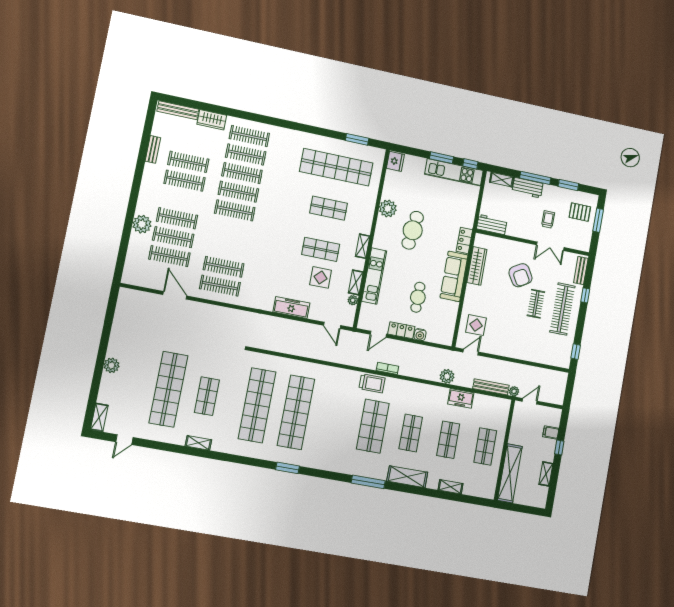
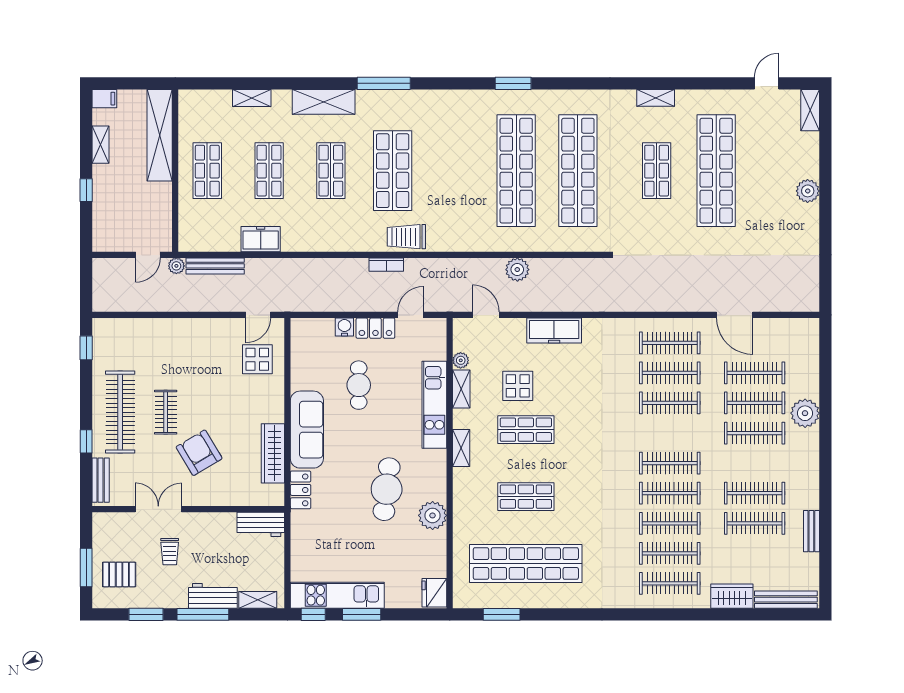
clothes rail: (227, 248) -> (670, 403), added
plant: (447, 376) -> (517, 270), moved
filing cabinet: (551, 432) -> (104, 99), moved

